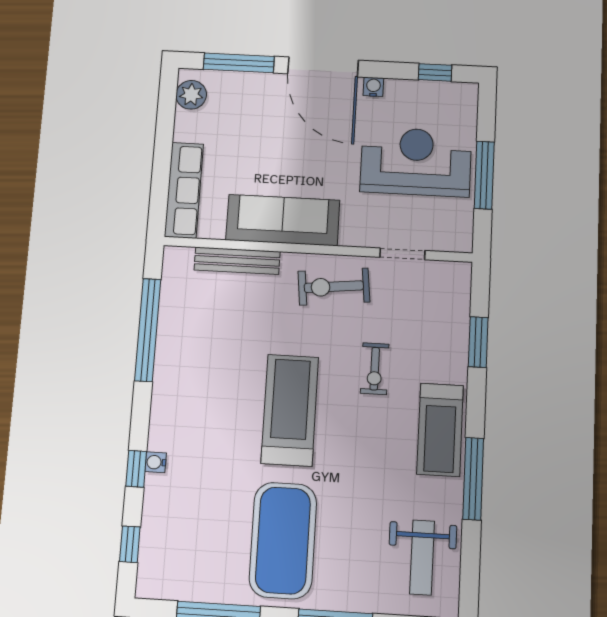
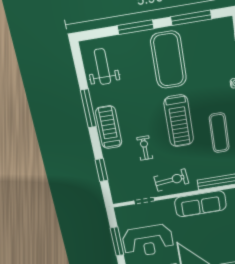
exercise mat: (210, 366) -> (219, 133), added

